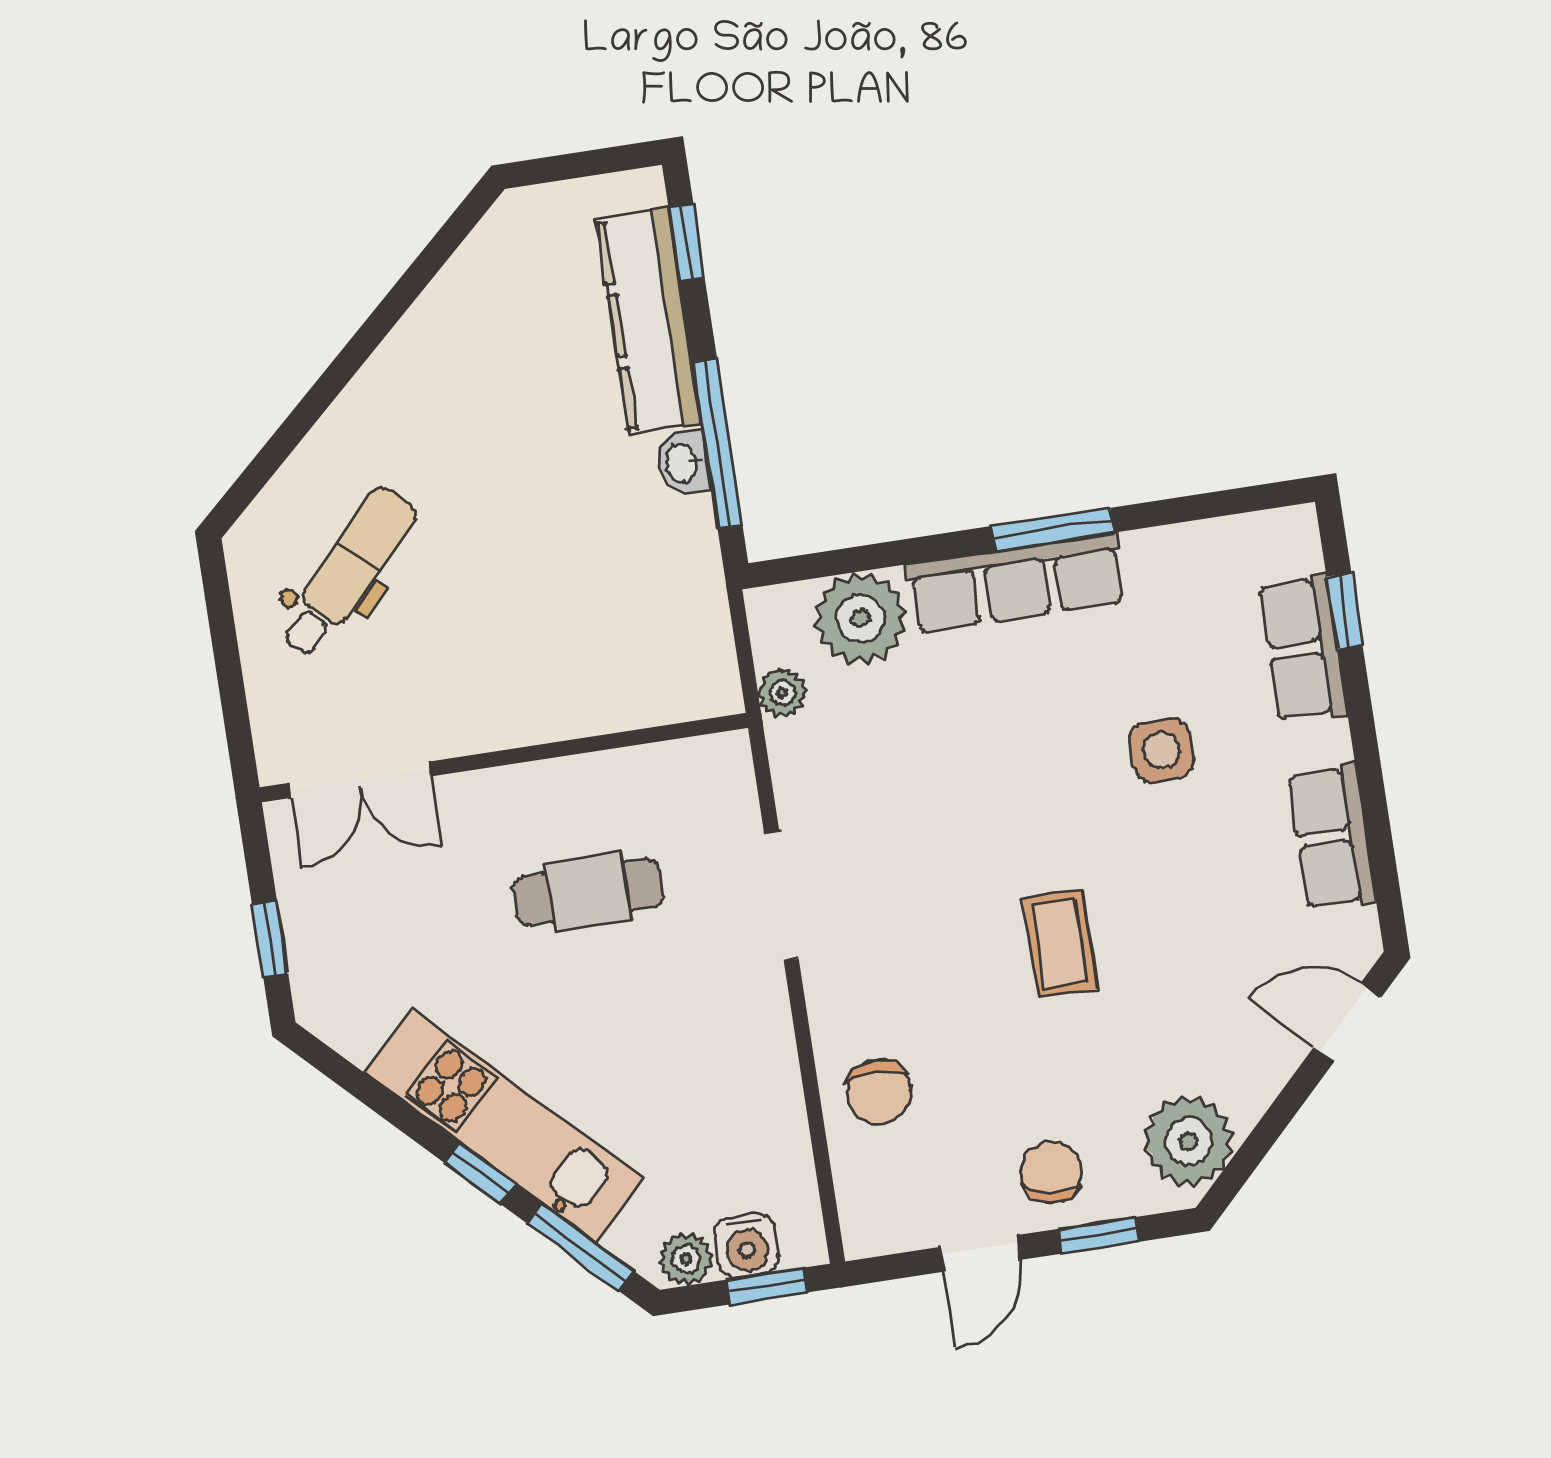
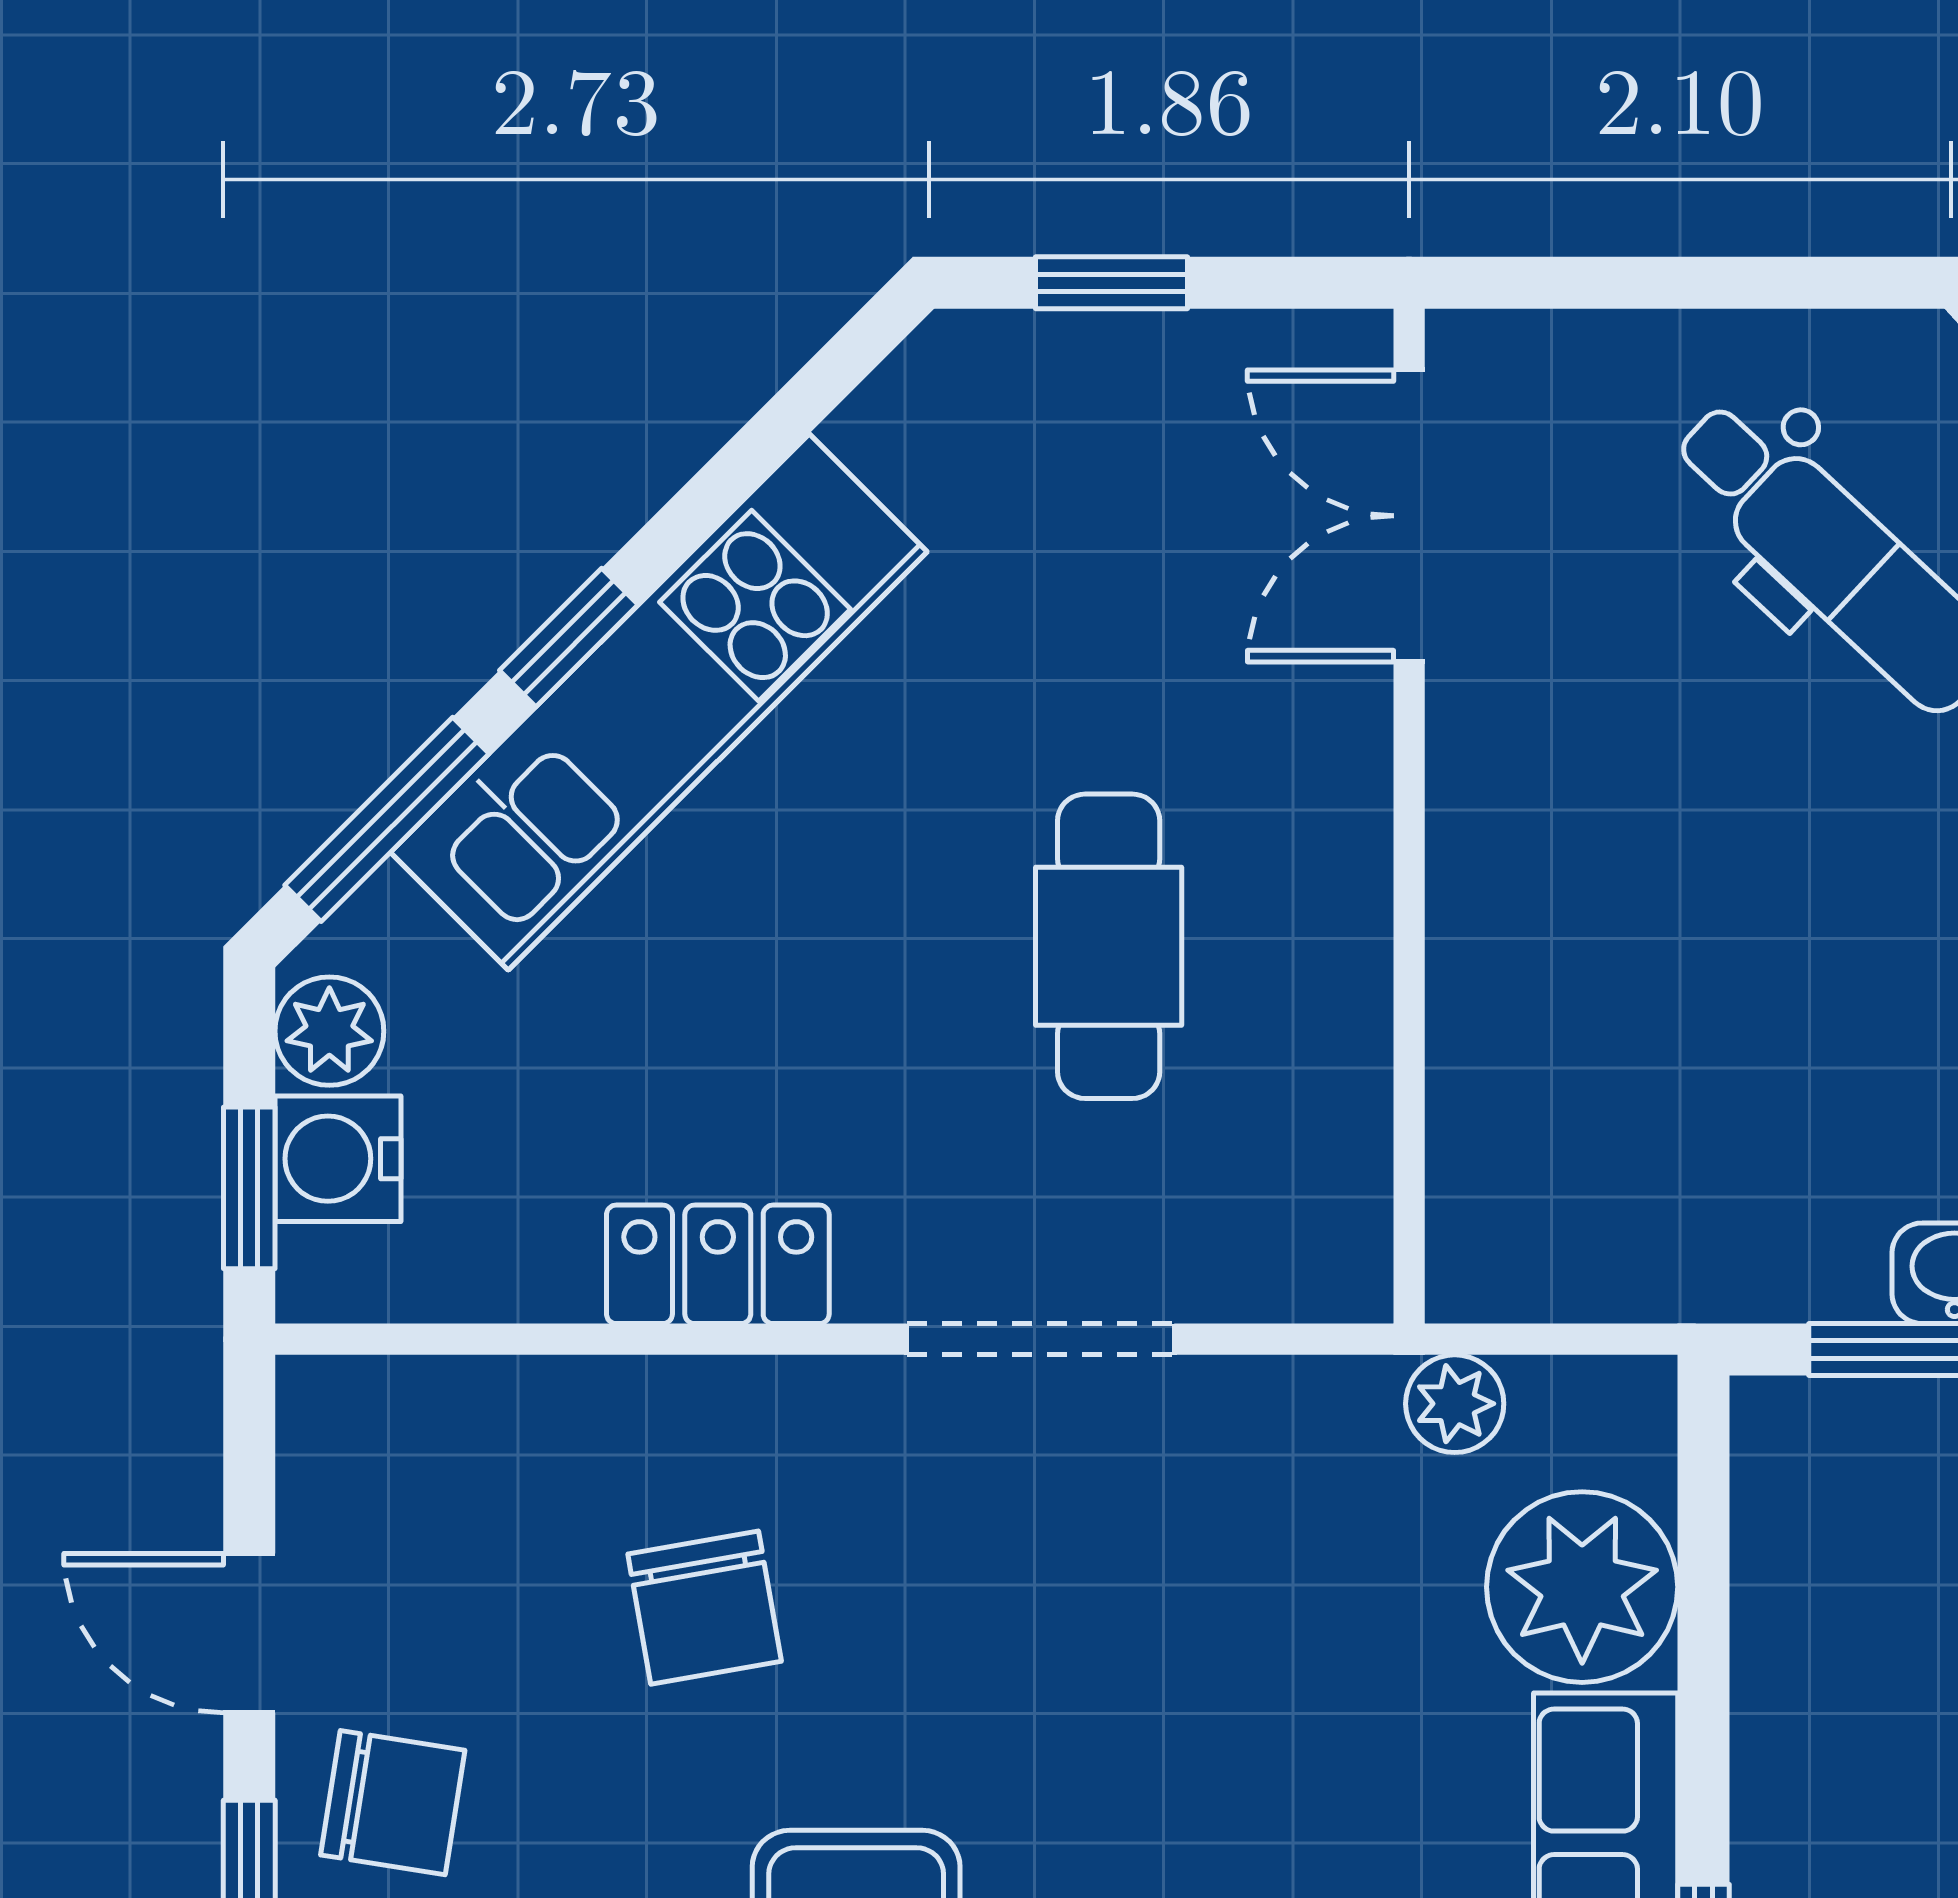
locker: (769, 1056) -> (718, 1264), added
chair: (879, 1092) -> (705, 1608), moved, turned -100

